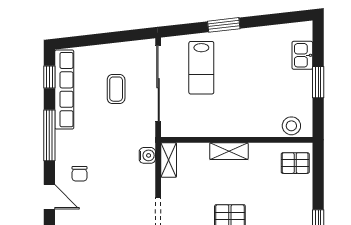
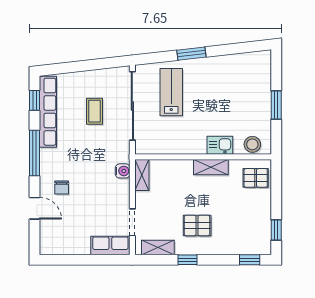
kitchen sink: (302, 55) -> (220, 145), moved, turned 90
lab bench: (201, 68) -> (171, 92), turned 180
shelving: (229, 151) -> (211, 167), moved

